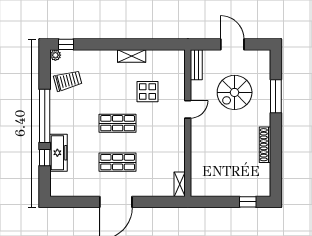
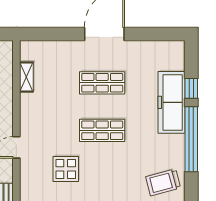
freezer: (59, 153) -> (172, 102), width x1.36, depth x1.26
shelving: (180, 184) -> (26, 77), moved

